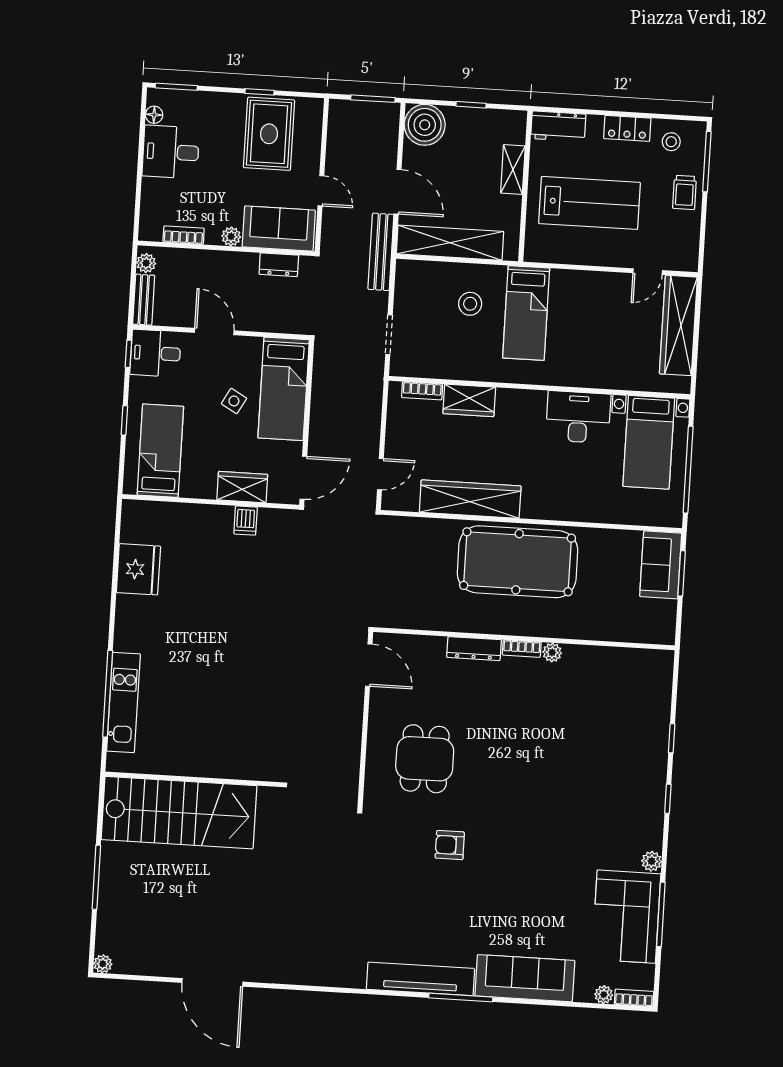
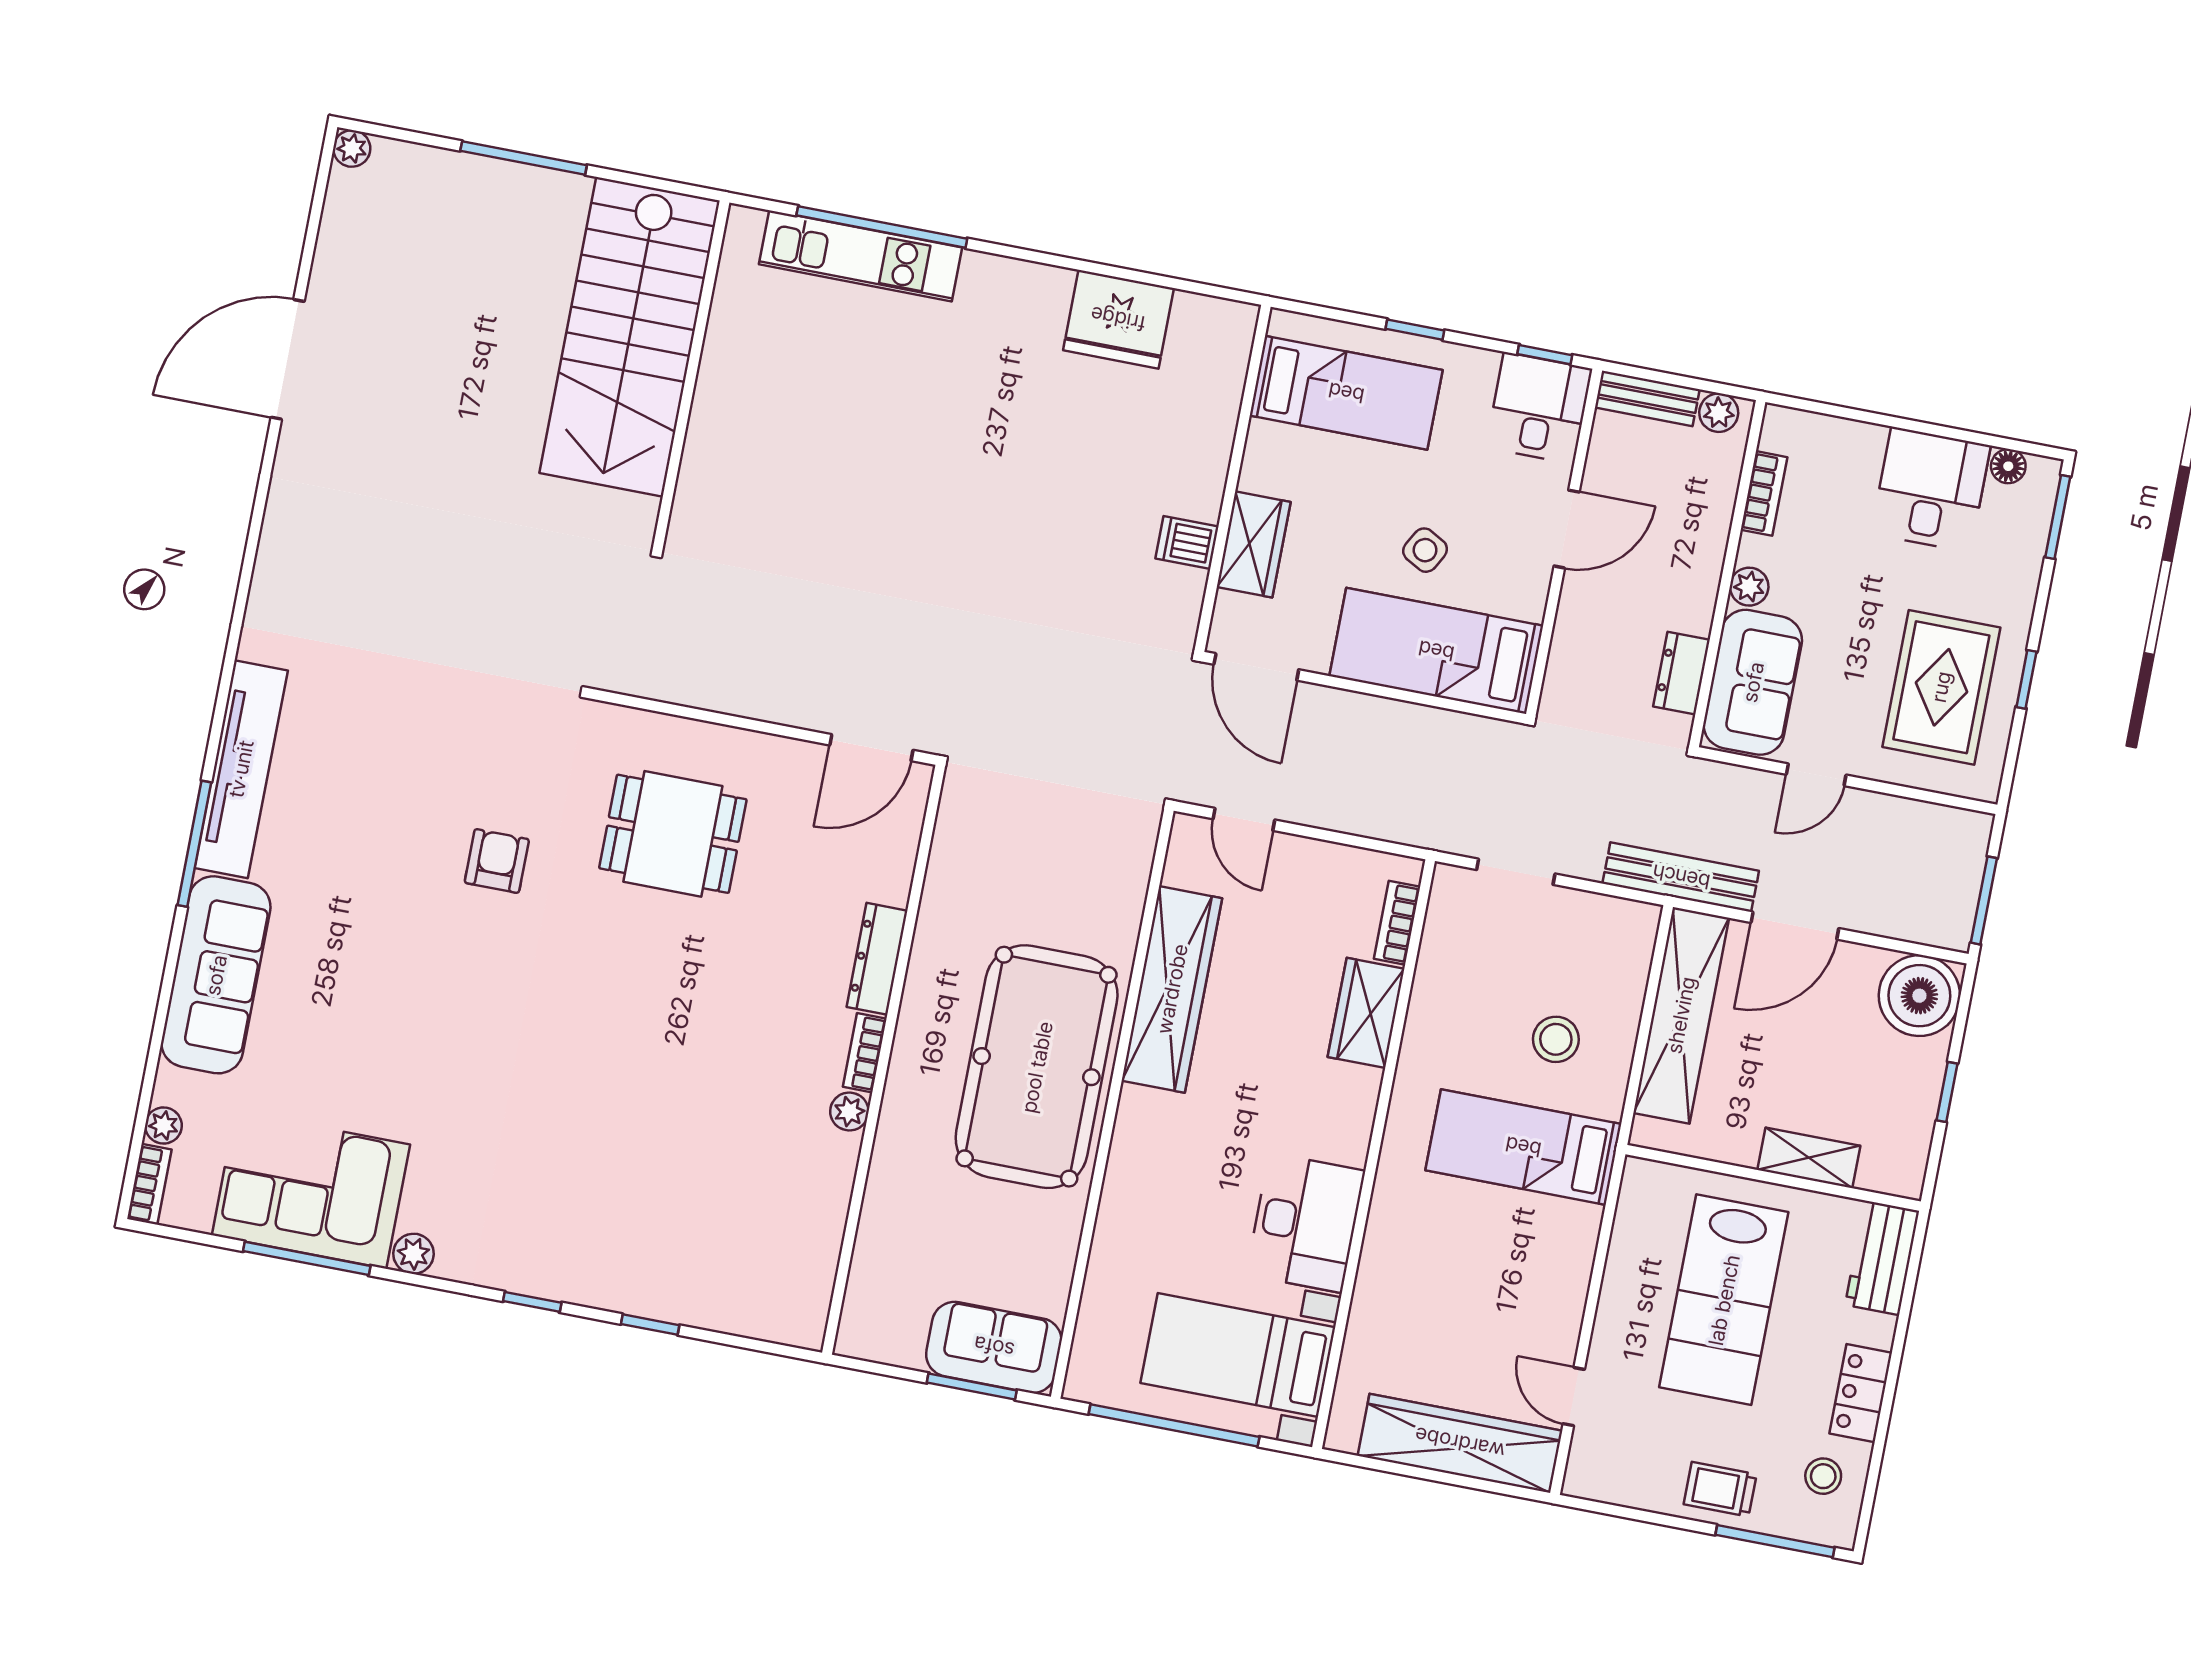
rug: (269, 134) -> (1941, 687), turned 90

